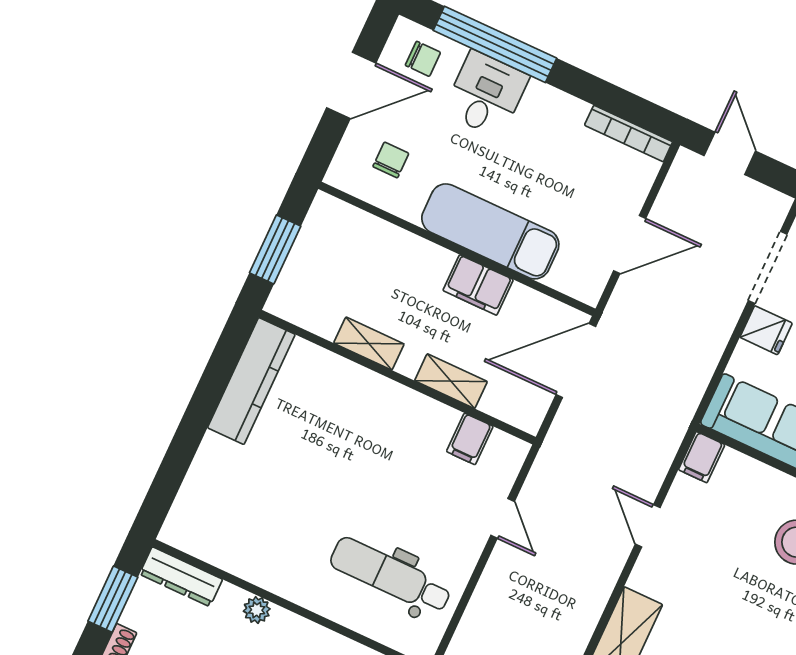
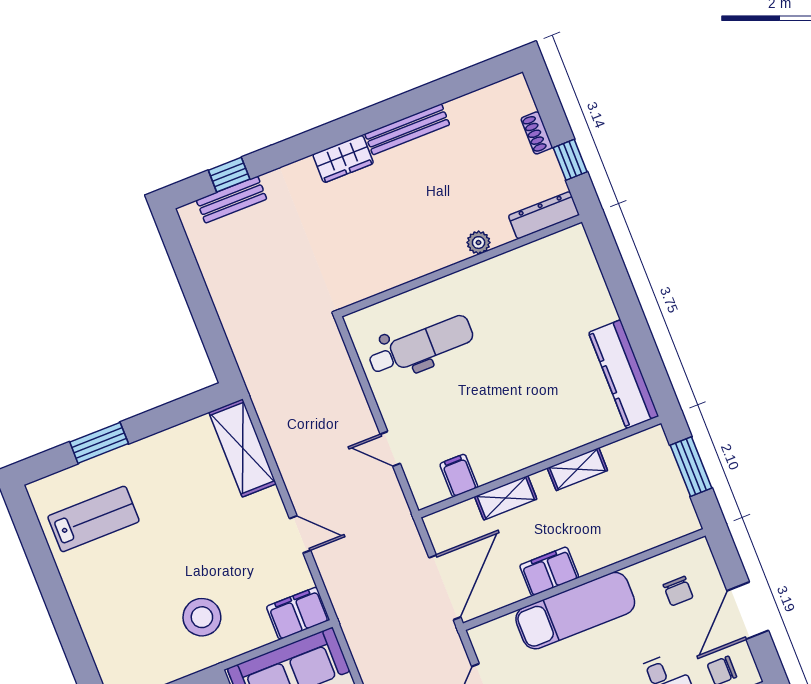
filing cabinet: (702, 457) -> (298, 613), width x2.00
window: (113, 599) -> (570, 160), width x0.67

